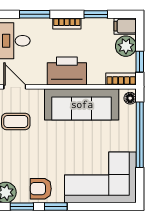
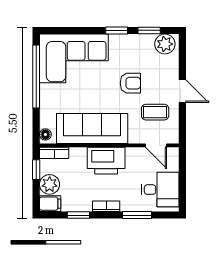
window: (140, 135) -> (36, 77), moved
armchair: (41, 189) -> (130, 83), moved

